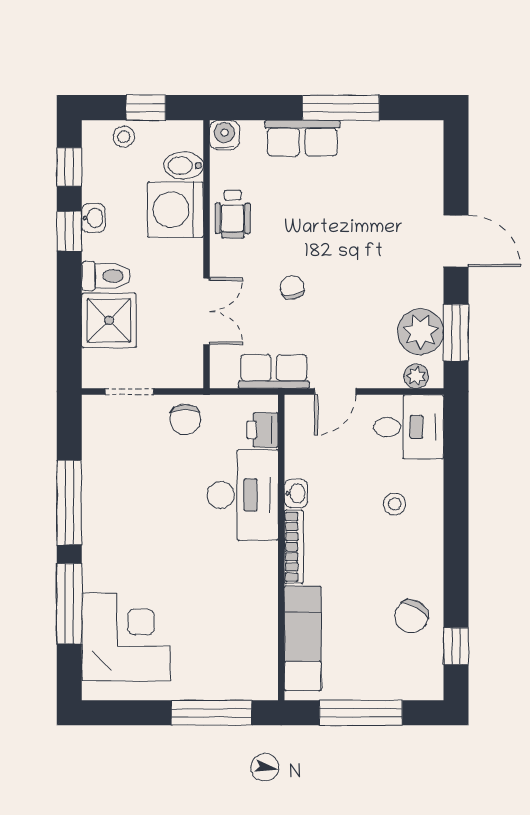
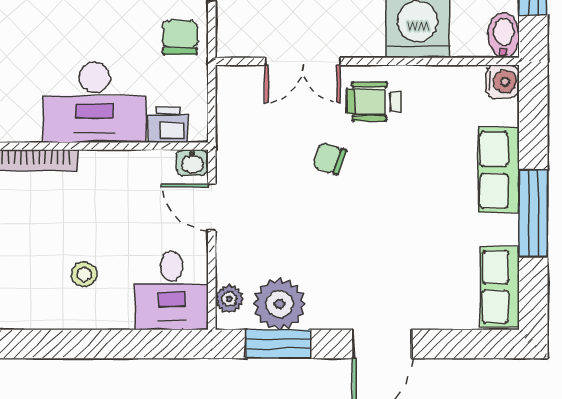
bidet: (184, 166) -> (504, 35), moved
wheelchair: (233, 214) -> (374, 101), moved
chair: (292, 287) -> (330, 158), turned -150
row of seats: (274, 371) -> (500, 287), moved, turned 180
chair: (185, 419) -> (180, 37), turned 90
washbasin: (296, 493) -> (192, 163), moved

